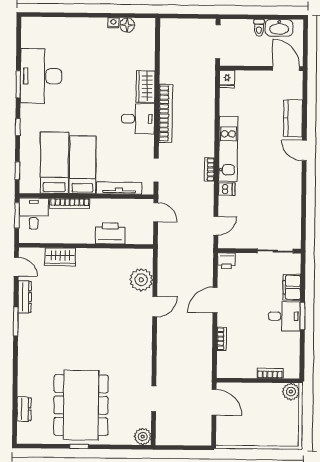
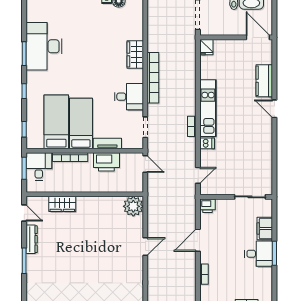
desk: (138, 119) -> (129, 97), moved
tv unit: (119, 188) -> (107, 143), width x0.71
printer: (110, 233) -> (106, 162), moved, turned 180
plant: (141, 280) -> (133, 206), moved

